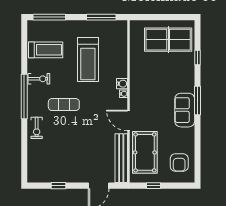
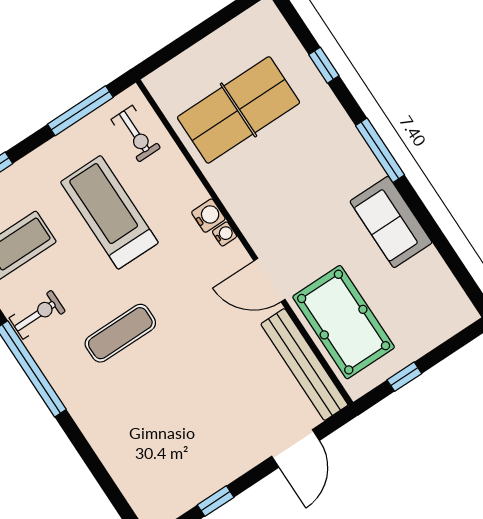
table tennis table: (168, 40) -> (238, 110), moved
treadmill: (88, 60) -> (109, 212), turned 180
sofa: (185, 110) -> (391, 222), moved
exercise bike: (37, 128) -> (136, 134), moved
armchair: (179, 163) -> (425, 297), removed

